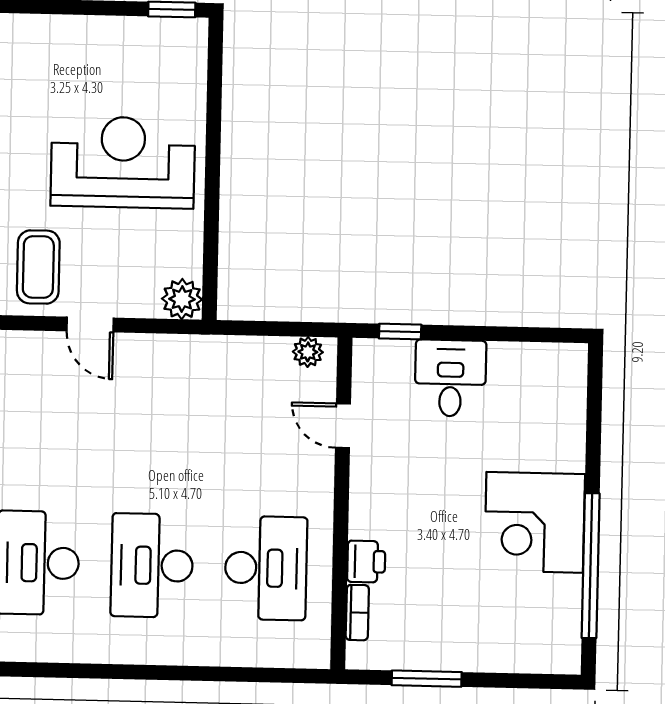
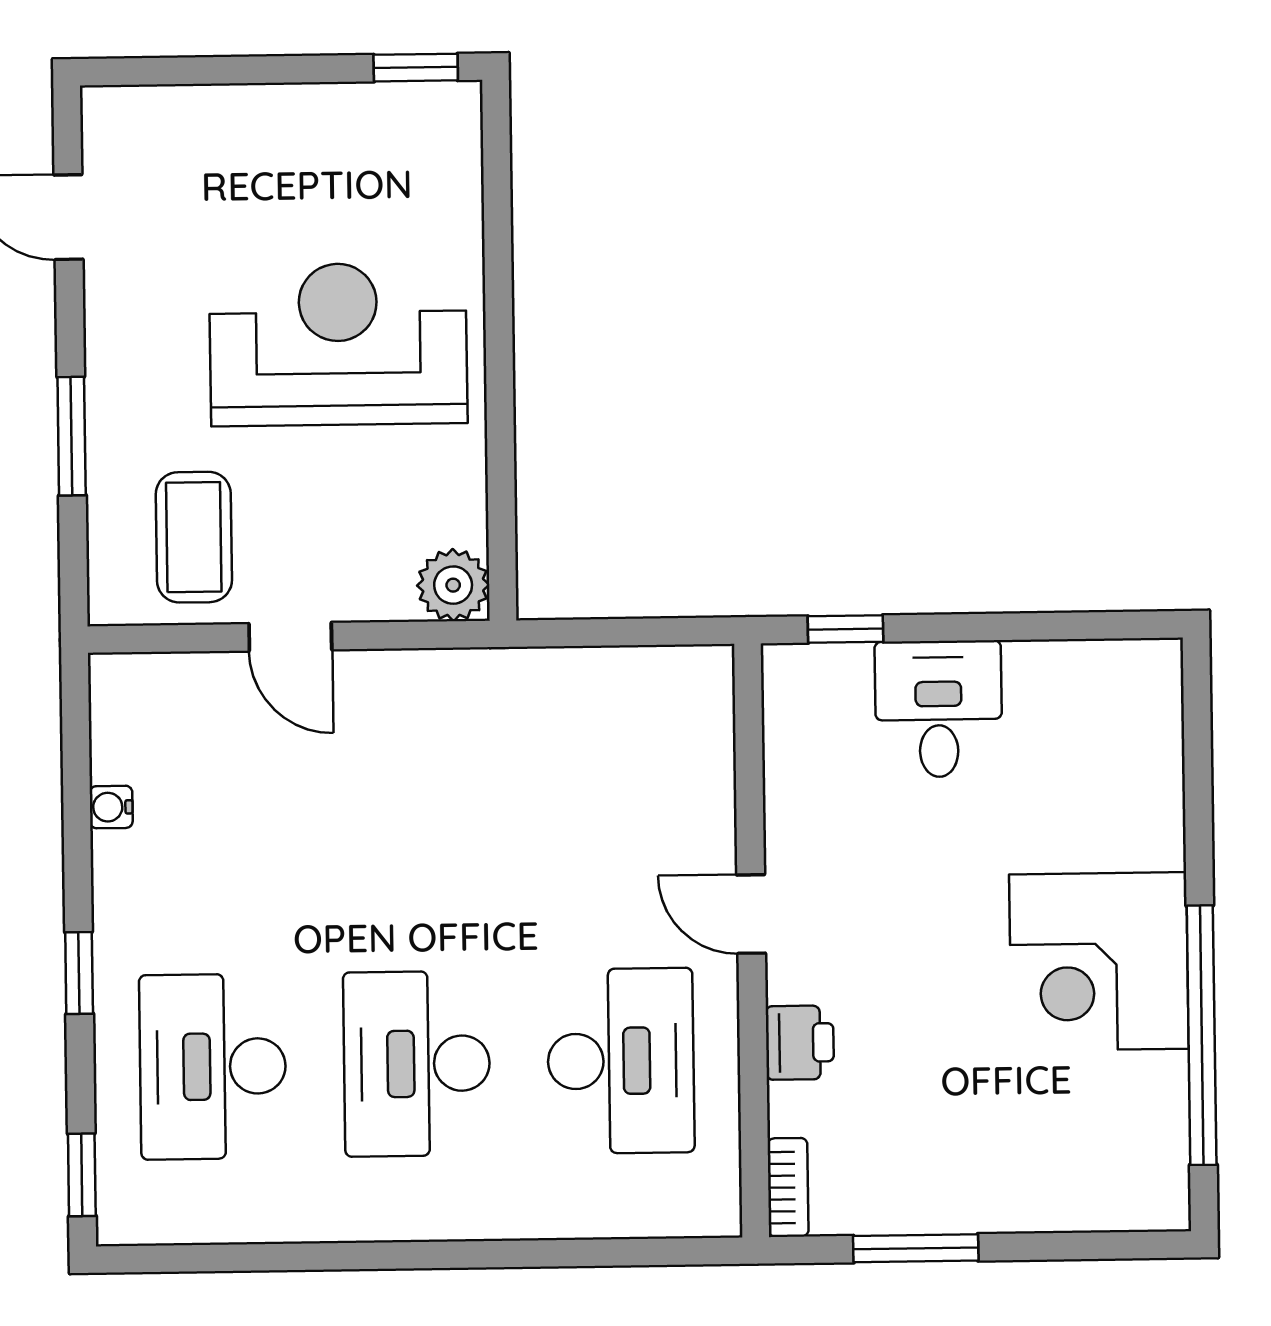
plant: (308, 352) -> (682, 671), removed
door: (343, 426) -> (751, 914), moved
bookcase: (357, 613) -> (788, 1187), moved

